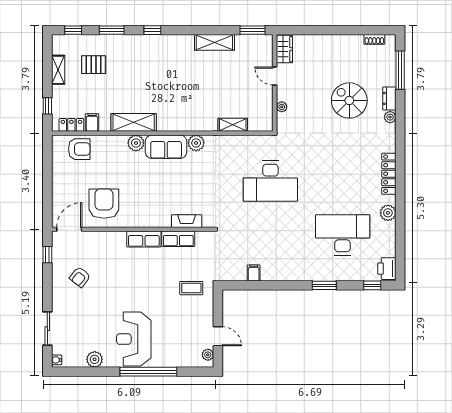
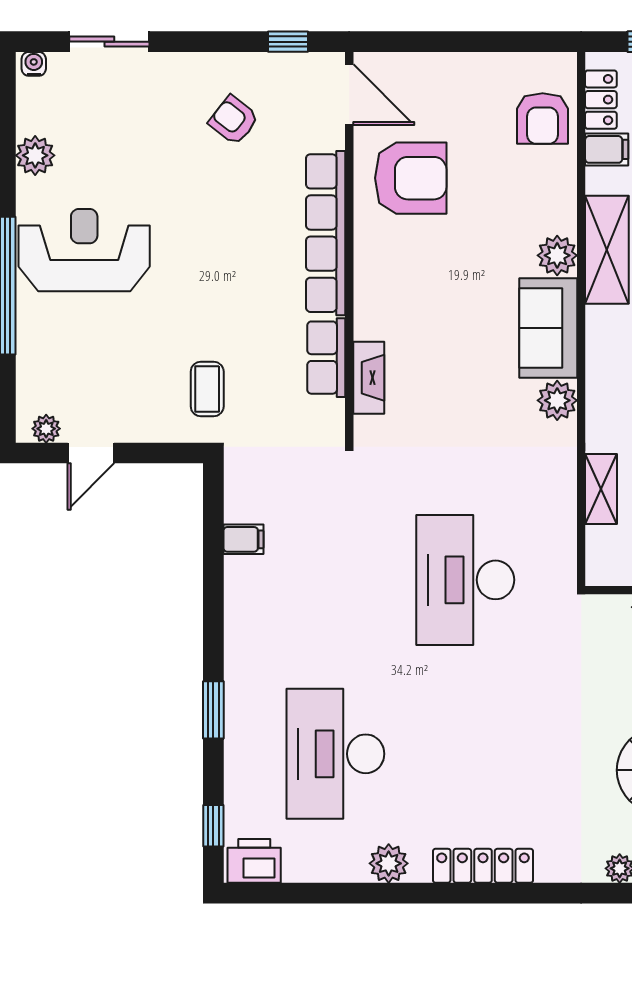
desk: (343, 235) -> (335, 754), turned 180
row of seats: (144, 239) -> (326, 233), width x2.02

